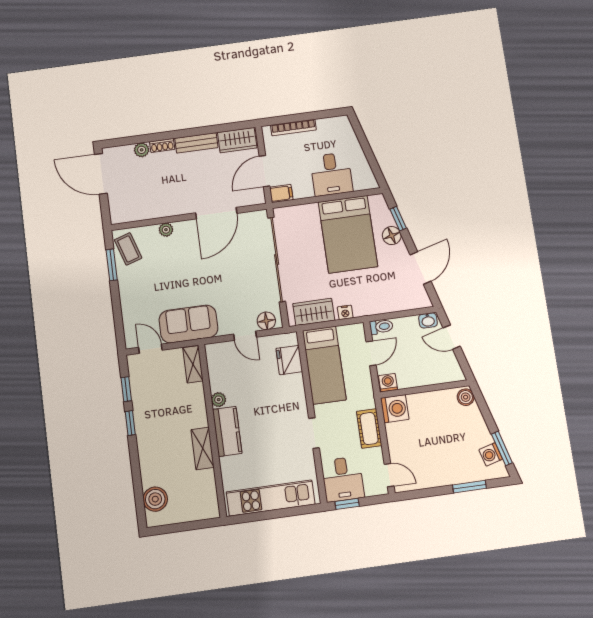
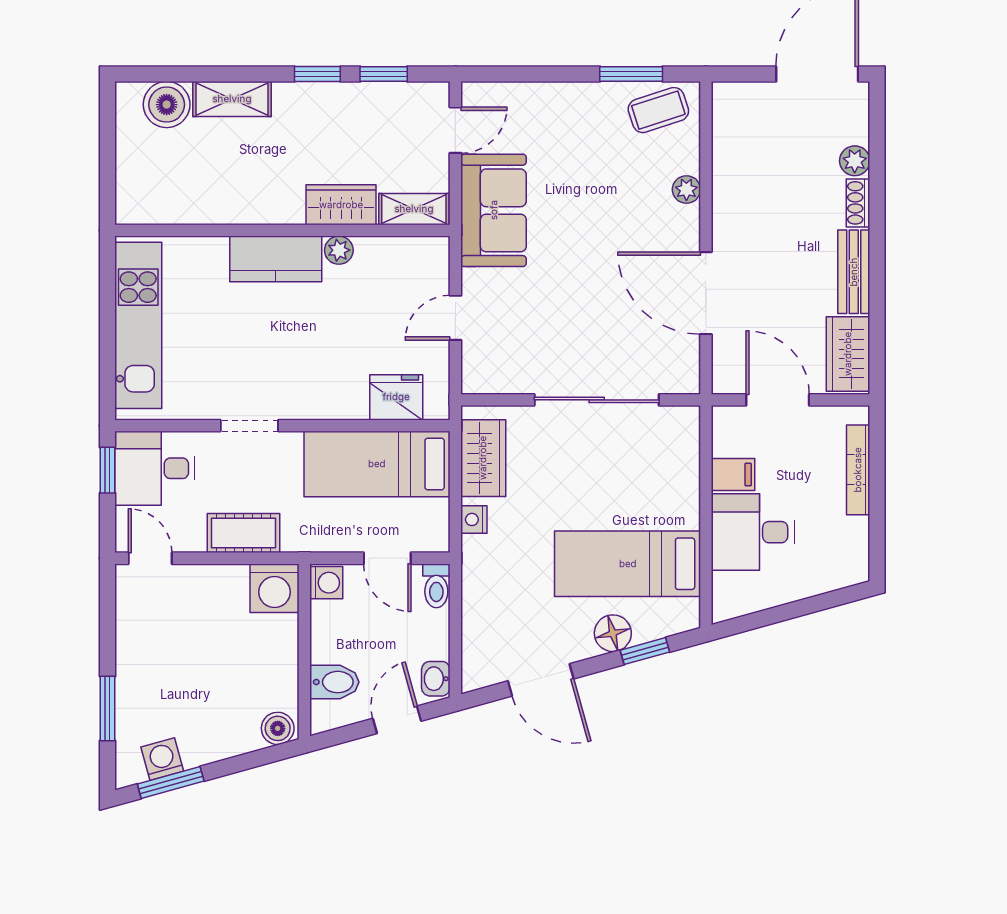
filing cabinet: (281, 193) -> (733, 475), moved, turned -90
bed: (348, 234) -> (628, 564), width x0.67
sliding door: (277, 260) -> (597, 400), width x0.73
floor lamp: (266, 321) -> (479, 363), removed
bidet: (438, 371) -> (334, 682), added
wardrobe: (195, 402) -> (341, 205), added
shelving: (203, 448) -> (232, 99), moved
door: (389, 475) -> (150, 558), swing flipped

